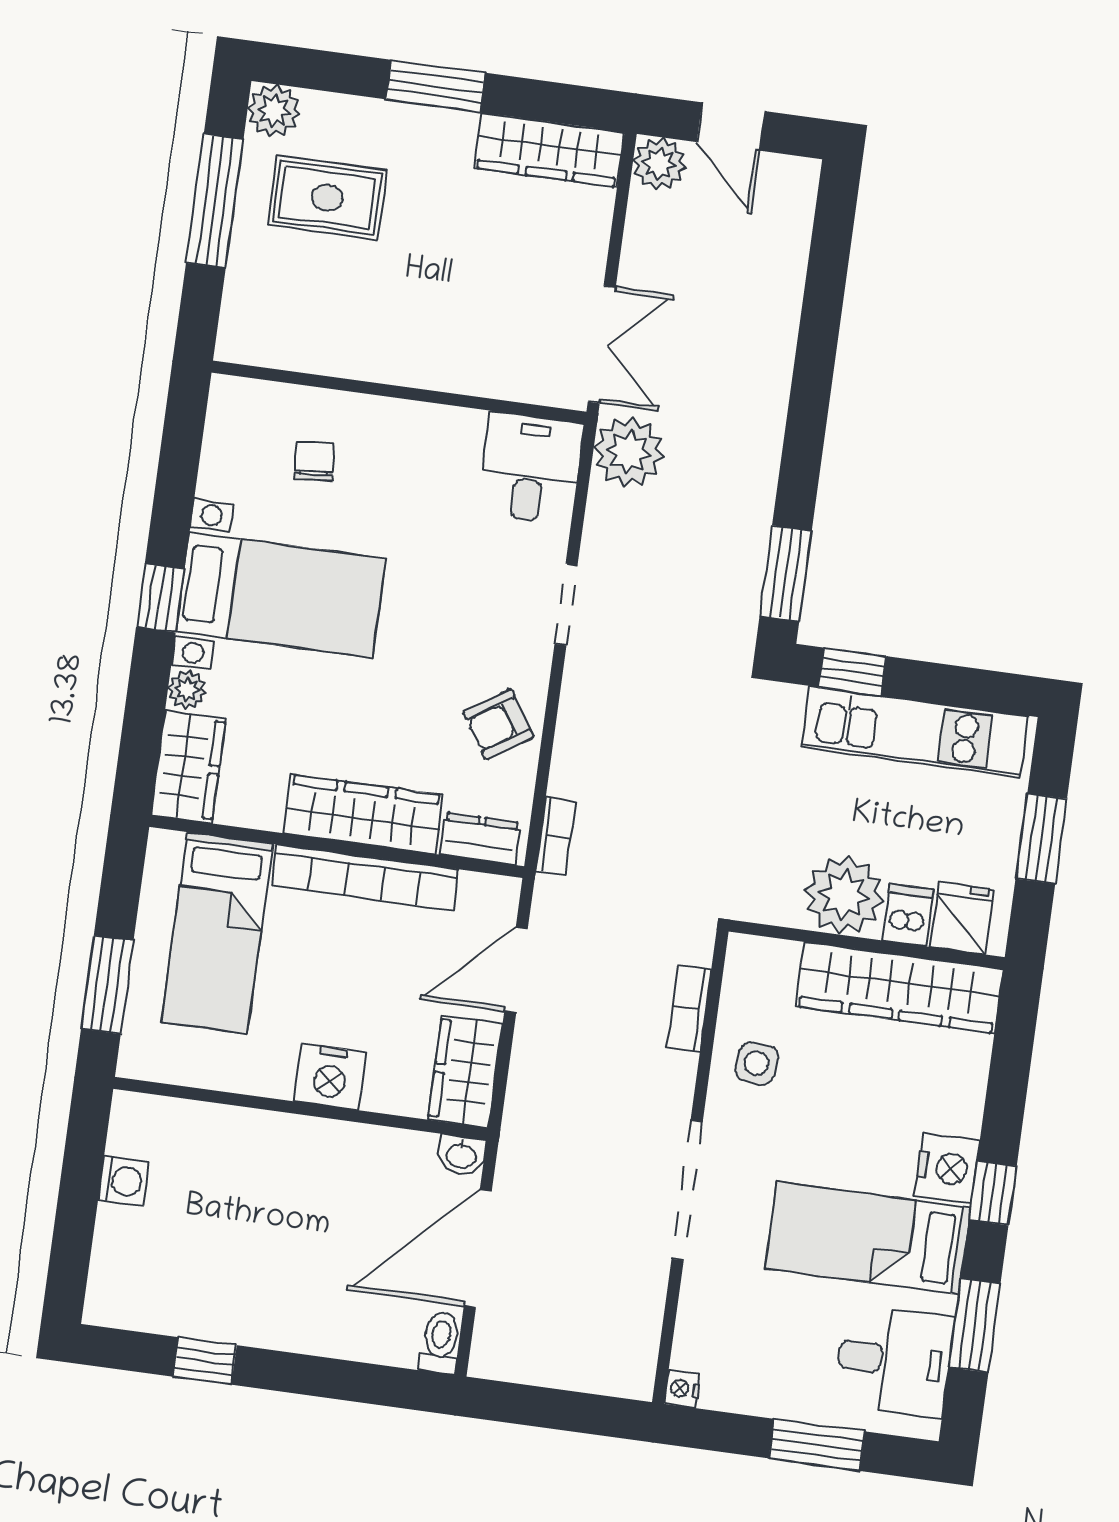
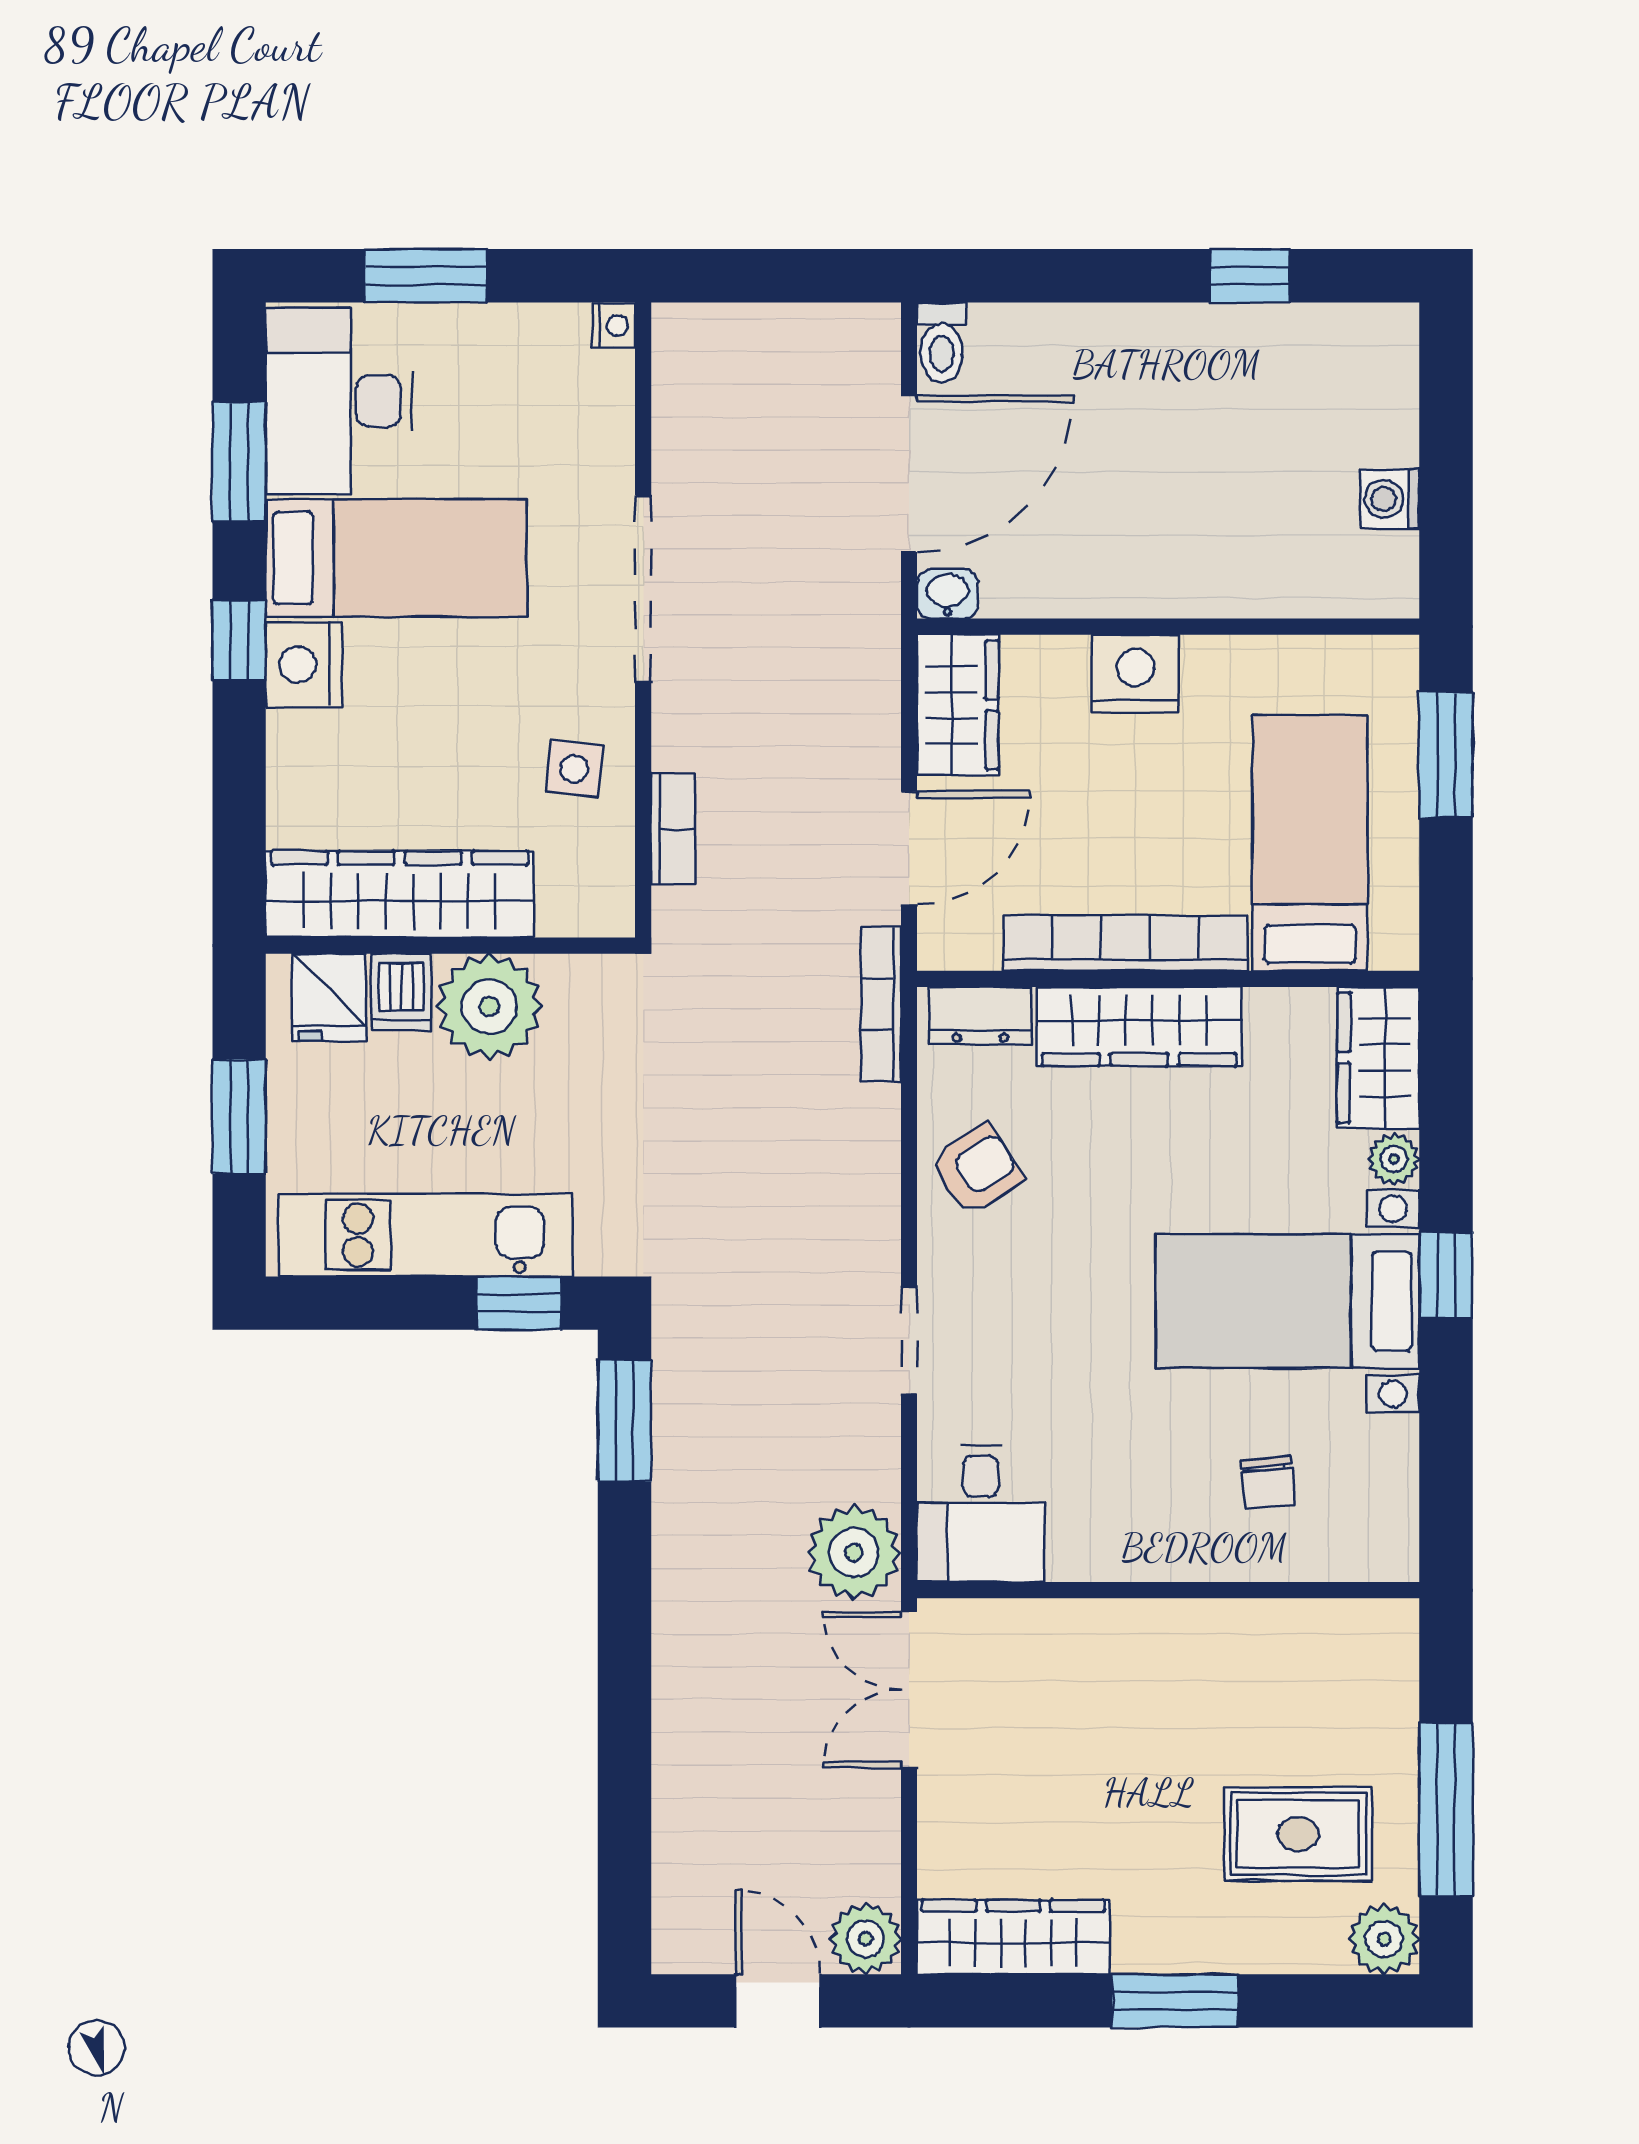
bookcase: (555, 836) -> (881, 1004), width x1.56
desk: (894, 1361) -> (339, 401), width x1.37

